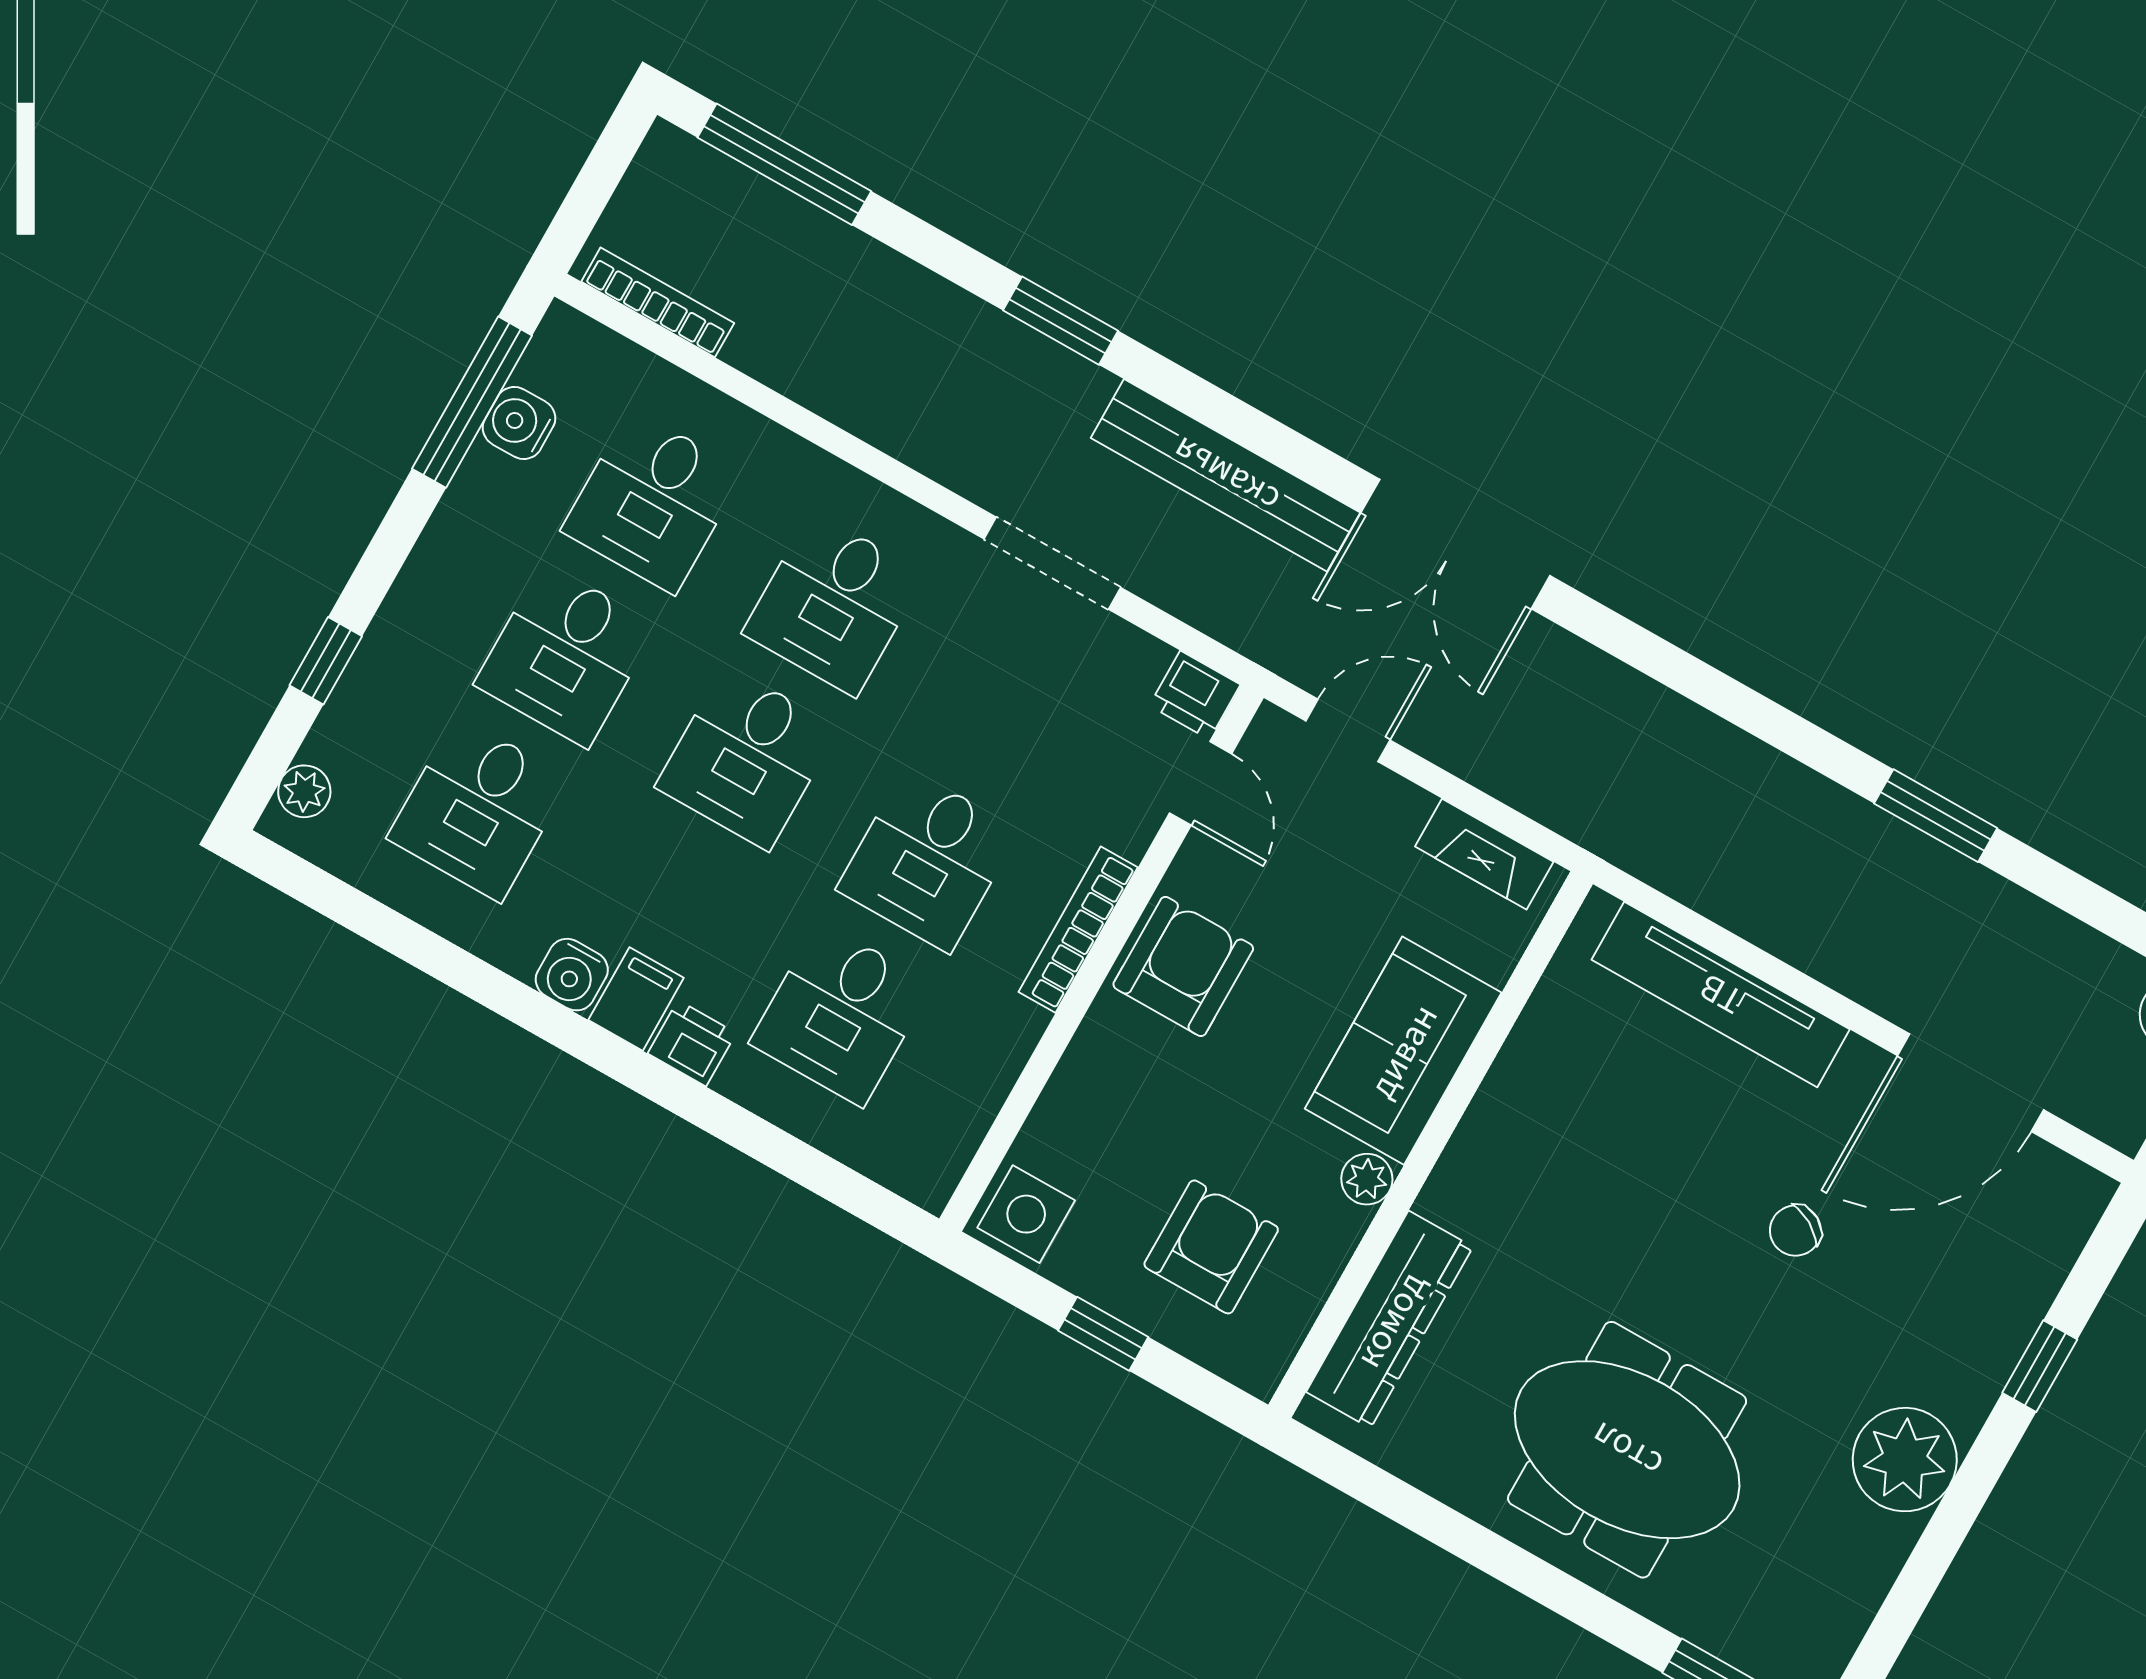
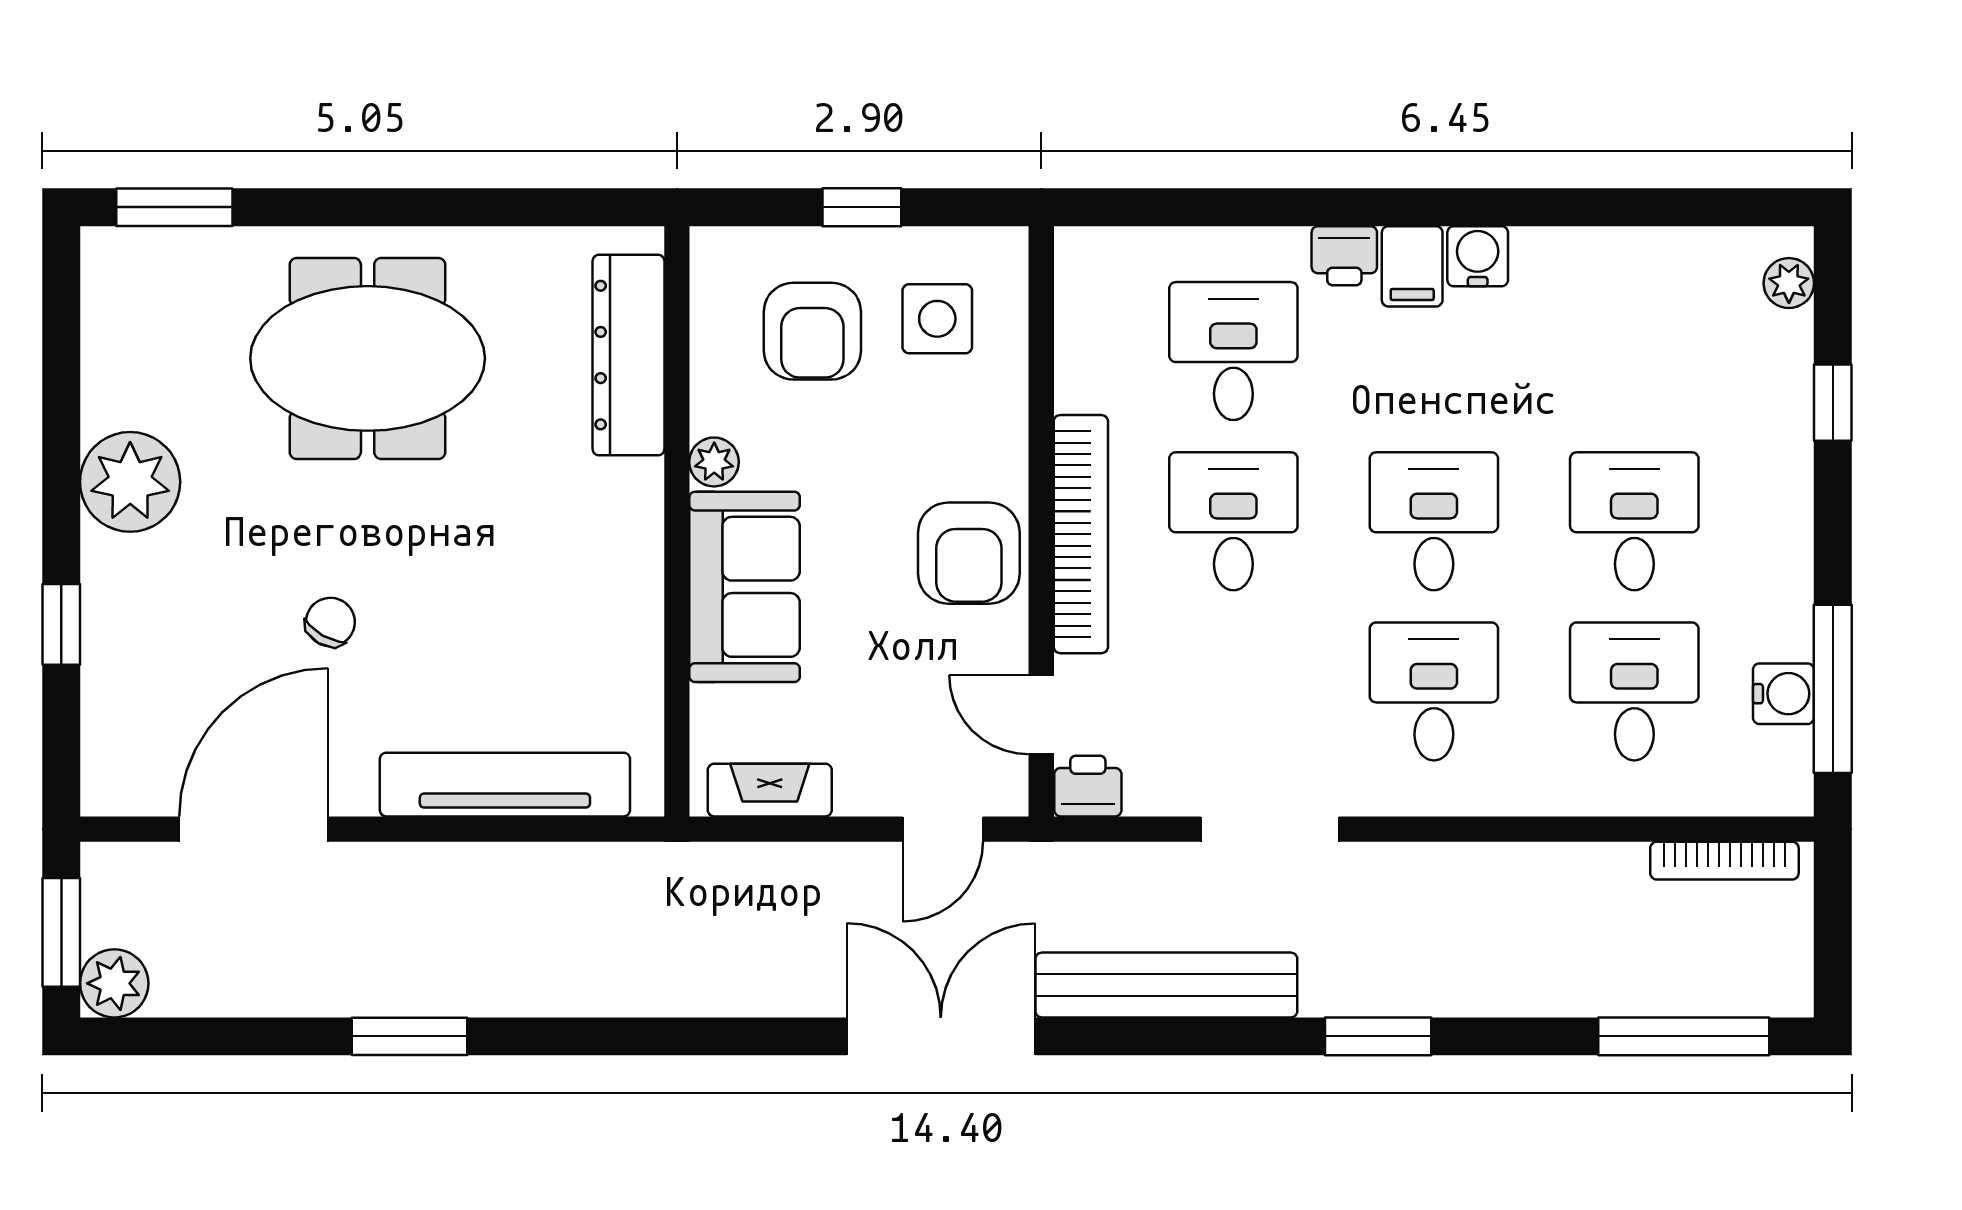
desk: (479, 809) -> (1634, 351), removed
bookcase: (1078, 930) -> (1081, 534), width x1.48, depth x1.31
side table: (1026, 1214) -> (937, 319), moved

